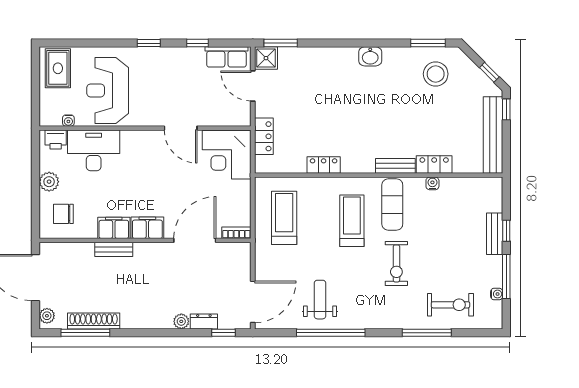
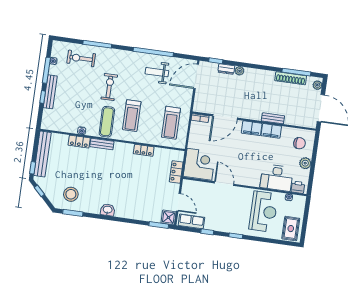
bench: (495, 234) -> (50, 92), width x1.36
weight bench: (320, 300) -> (157, 72), turned 90

